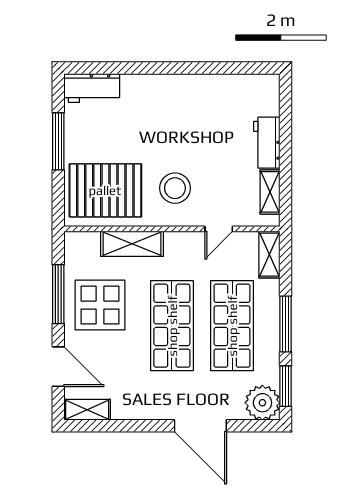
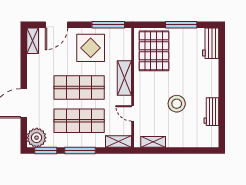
workbench: (267, 143) -> (211, 112), moved, turned -90
stool: (175, 188) -> (177, 104), moved
shelving: (132, 244) -> (124, 78), moved
window: (58, 294) -> (108, 25), moved

